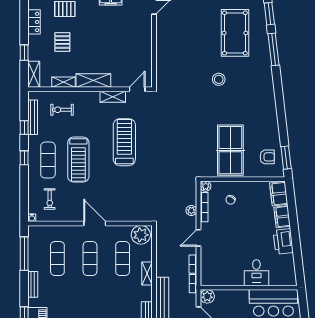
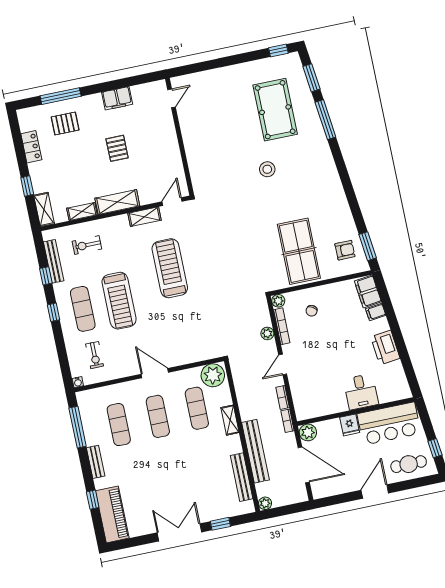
pallet: (62, 42) -> (117, 148), moved
filing cabinet: (282, 217) -> (376, 312), width x0.50
fridge: (242, 297) -> (350, 425), added

